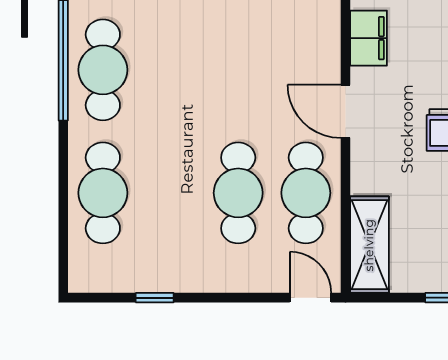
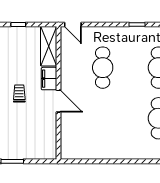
filing cabinet: (369, 38) -> (49, 79), moved
cafe table: (306, 193) -> (75, 68), removed

